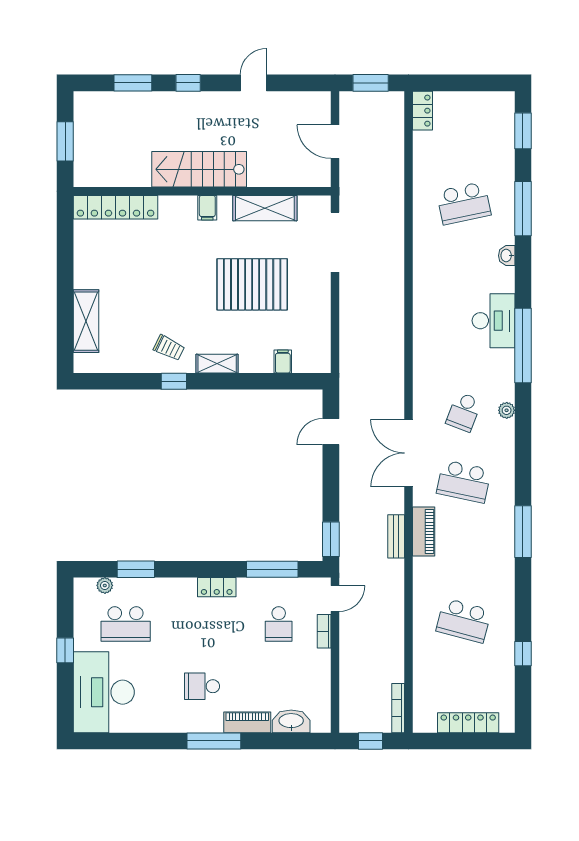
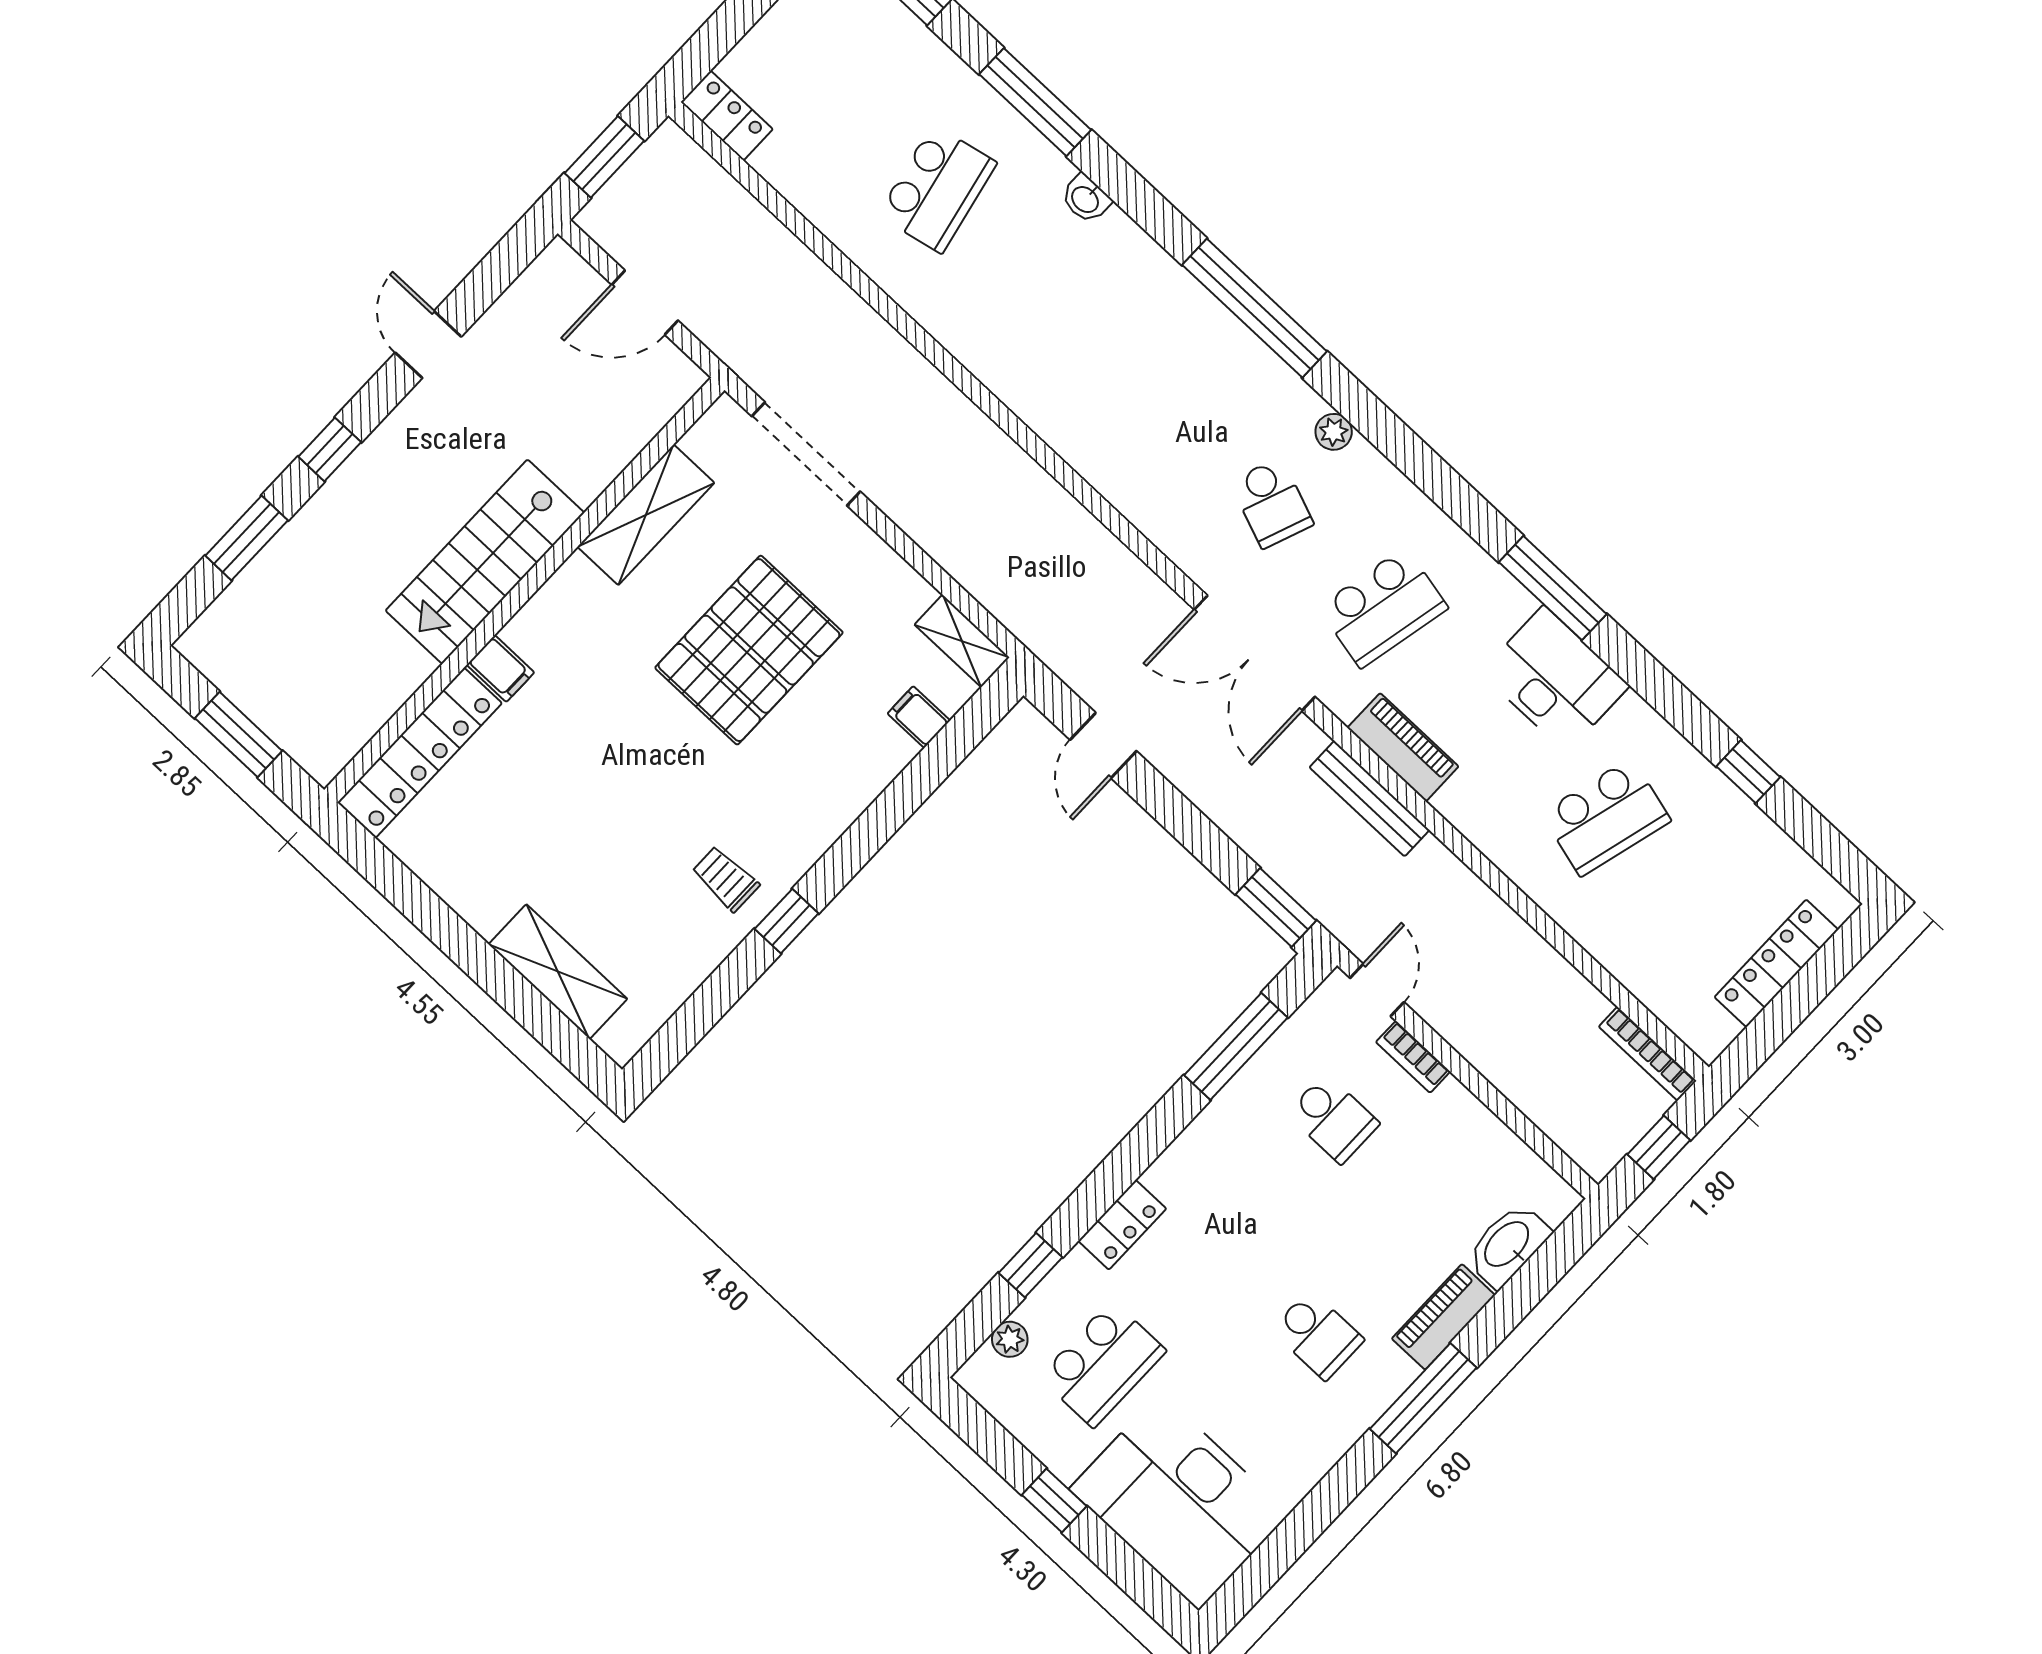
filing cabinet: (207, 208) -> (500, 669), moved
desk: (493, 321) -> (1555, 679), moved
trolley: (169, 348) -> (726, 879), turned -116
shelving: (217, 364) -> (962, 641), moved, turned 90
bench: (396, 536) -> (1369, 799), width x1.36
window: (136, 569) -> (1031, 1265), width x0.67
locker: (217, 587) -> (1122, 1225), moved
school desk: (202, 686) -> (1318, 1335), turned -90

